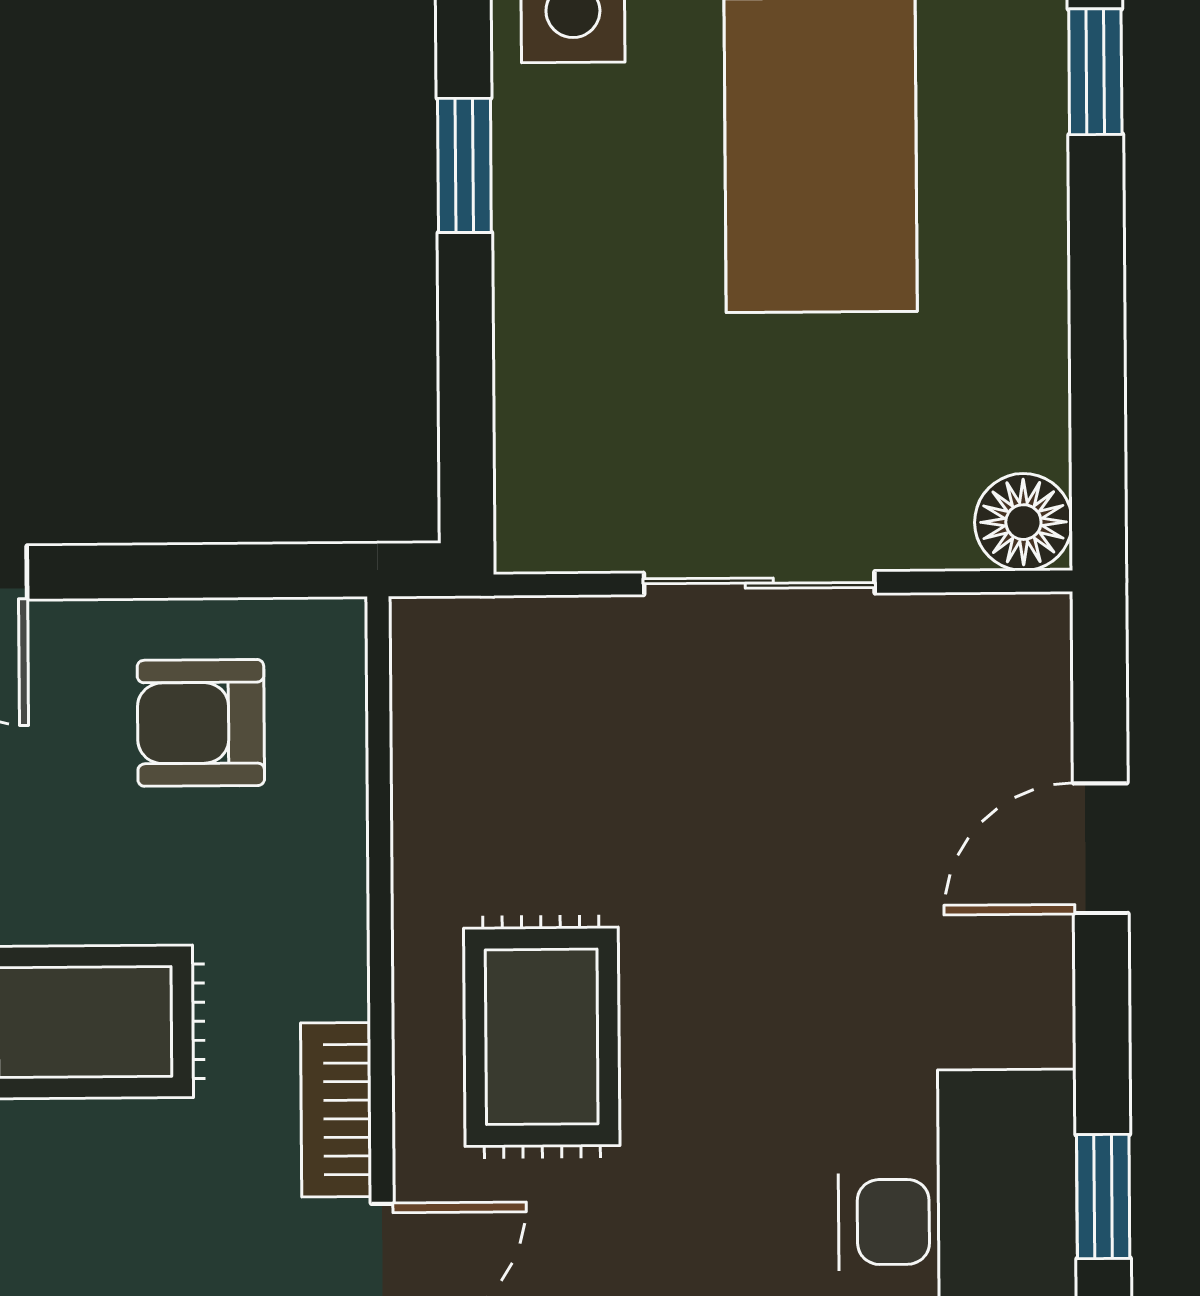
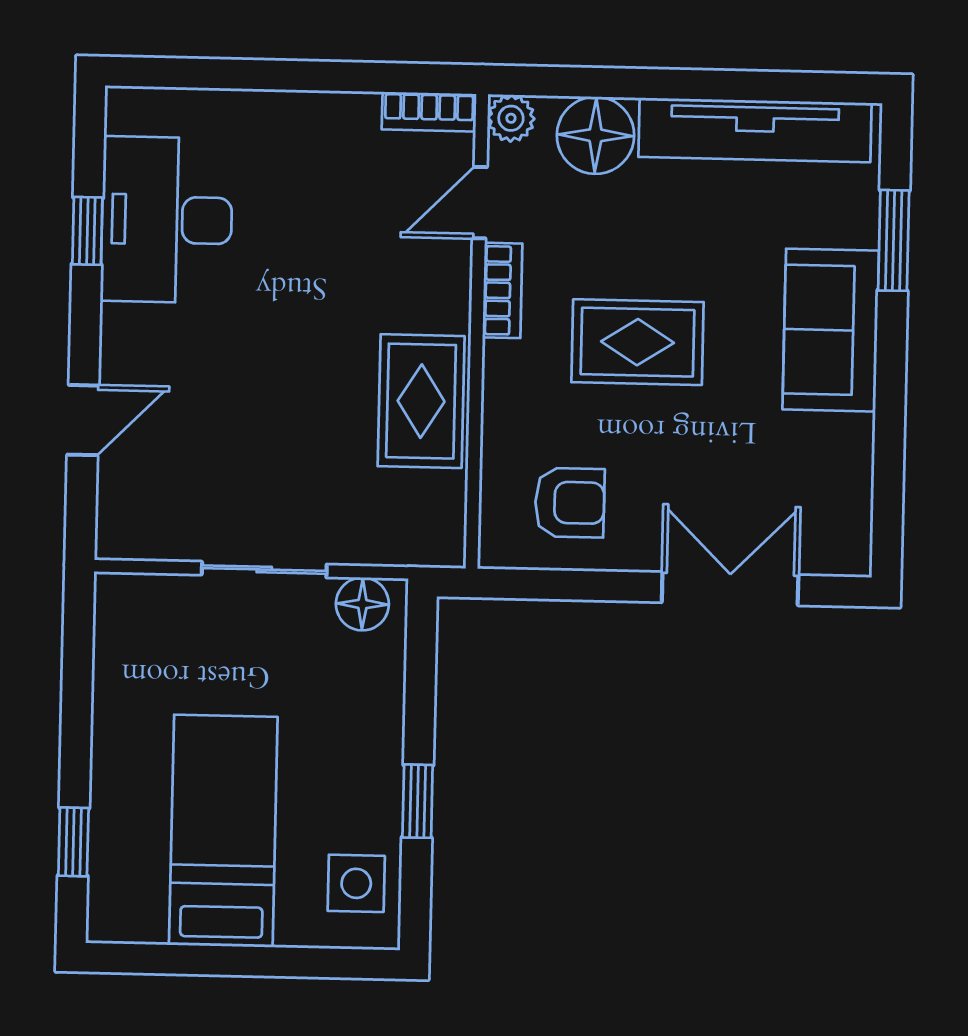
floor lamp: (1023, 522) -> (362, 604), moved
rug: (542, 1037) -> (421, 401), moved

